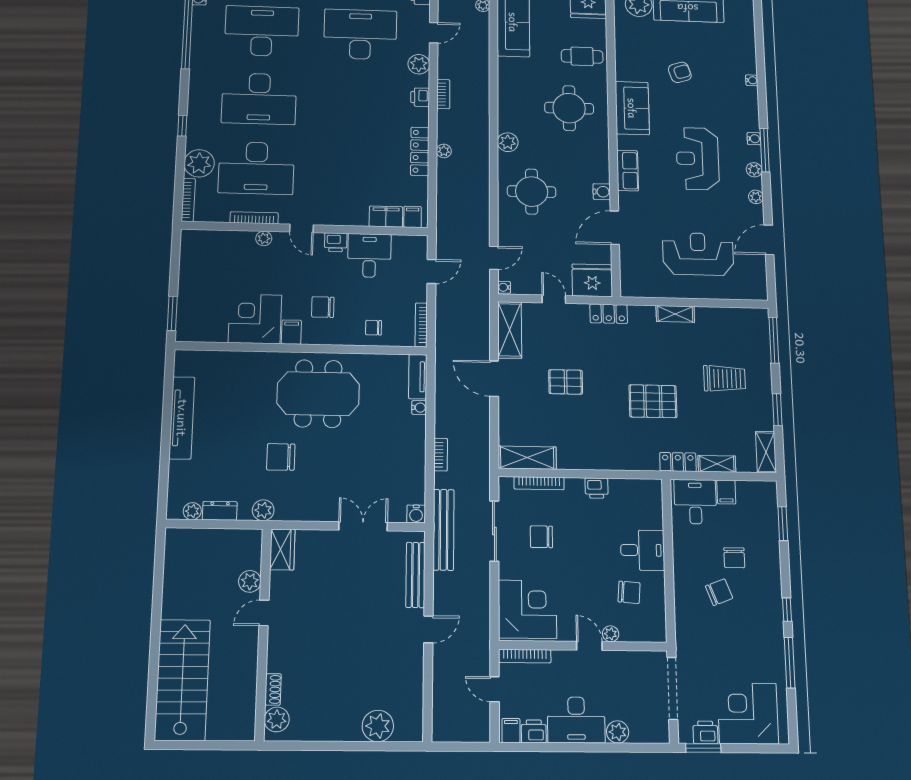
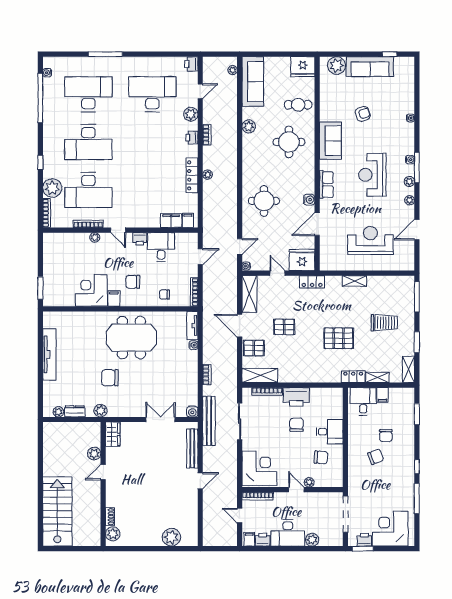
plant: (508, 142) -> (249, 126), moved
pallet: (517, 414) -> (254, 348), added
printer: (597, 488) -> (296, 397), width x1.87, depth x1.48
chair: (541, 537) -> (296, 425), moved, turned 90

